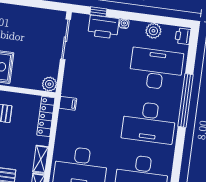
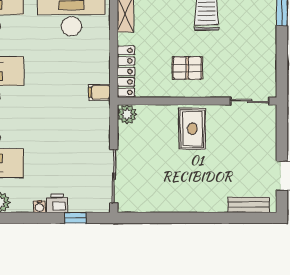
printer: (103, 27) -> (57, 203), width x0.53, depth x0.68

